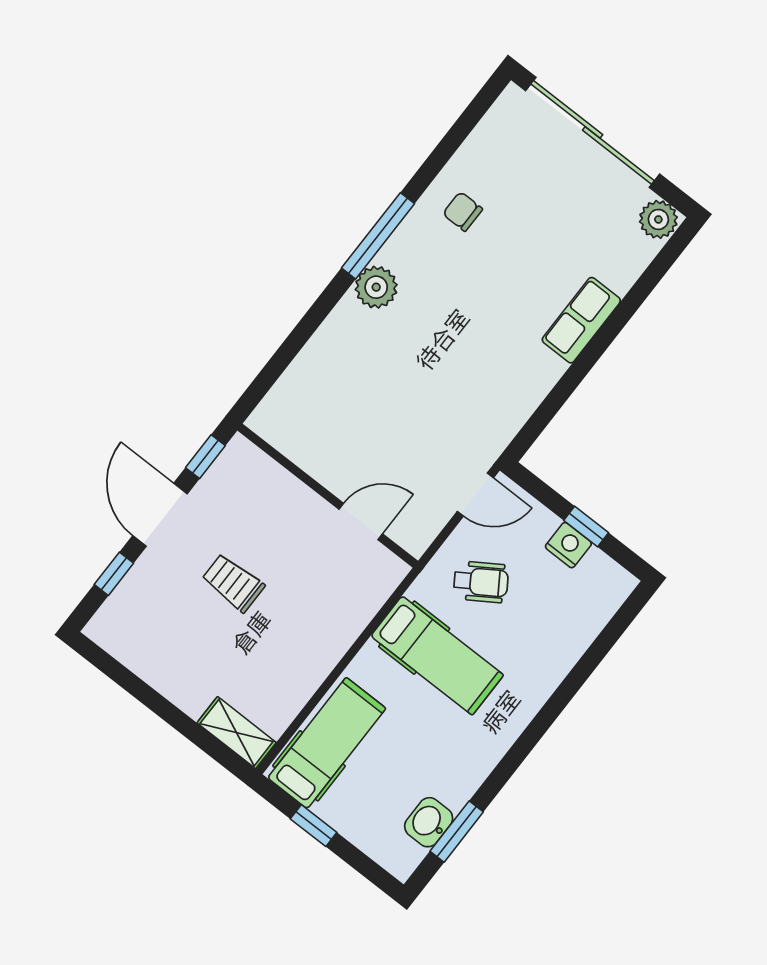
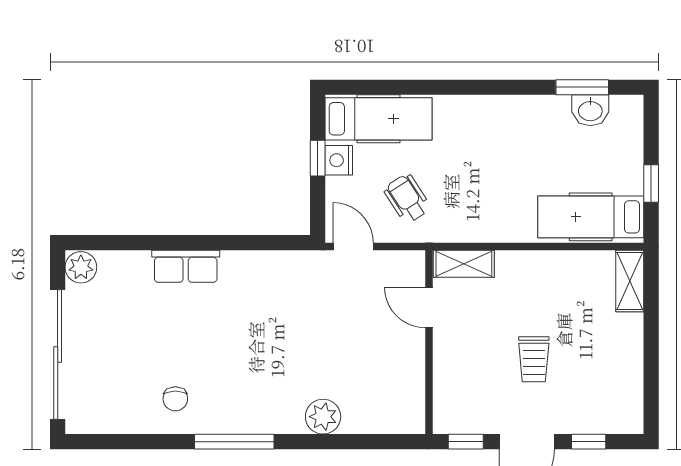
plant: (376, 287) -> (323, 417), moved
shelving: (376, 587) -> (464, 264), added
hospital bed: (437, 656) -> (378, 119), moved, turned 90

